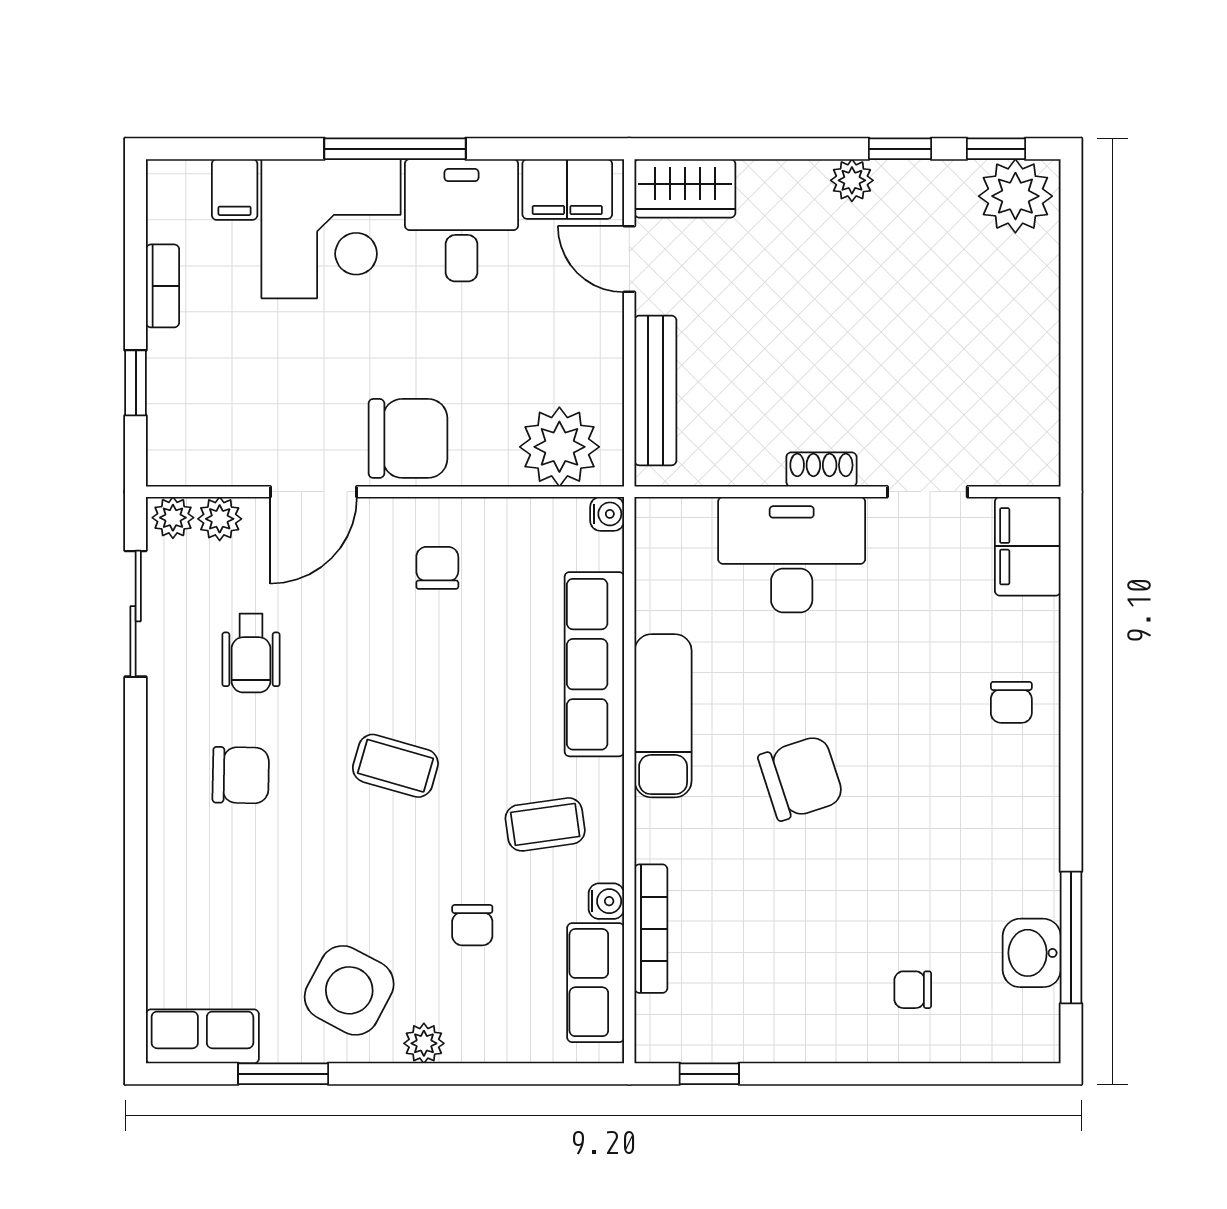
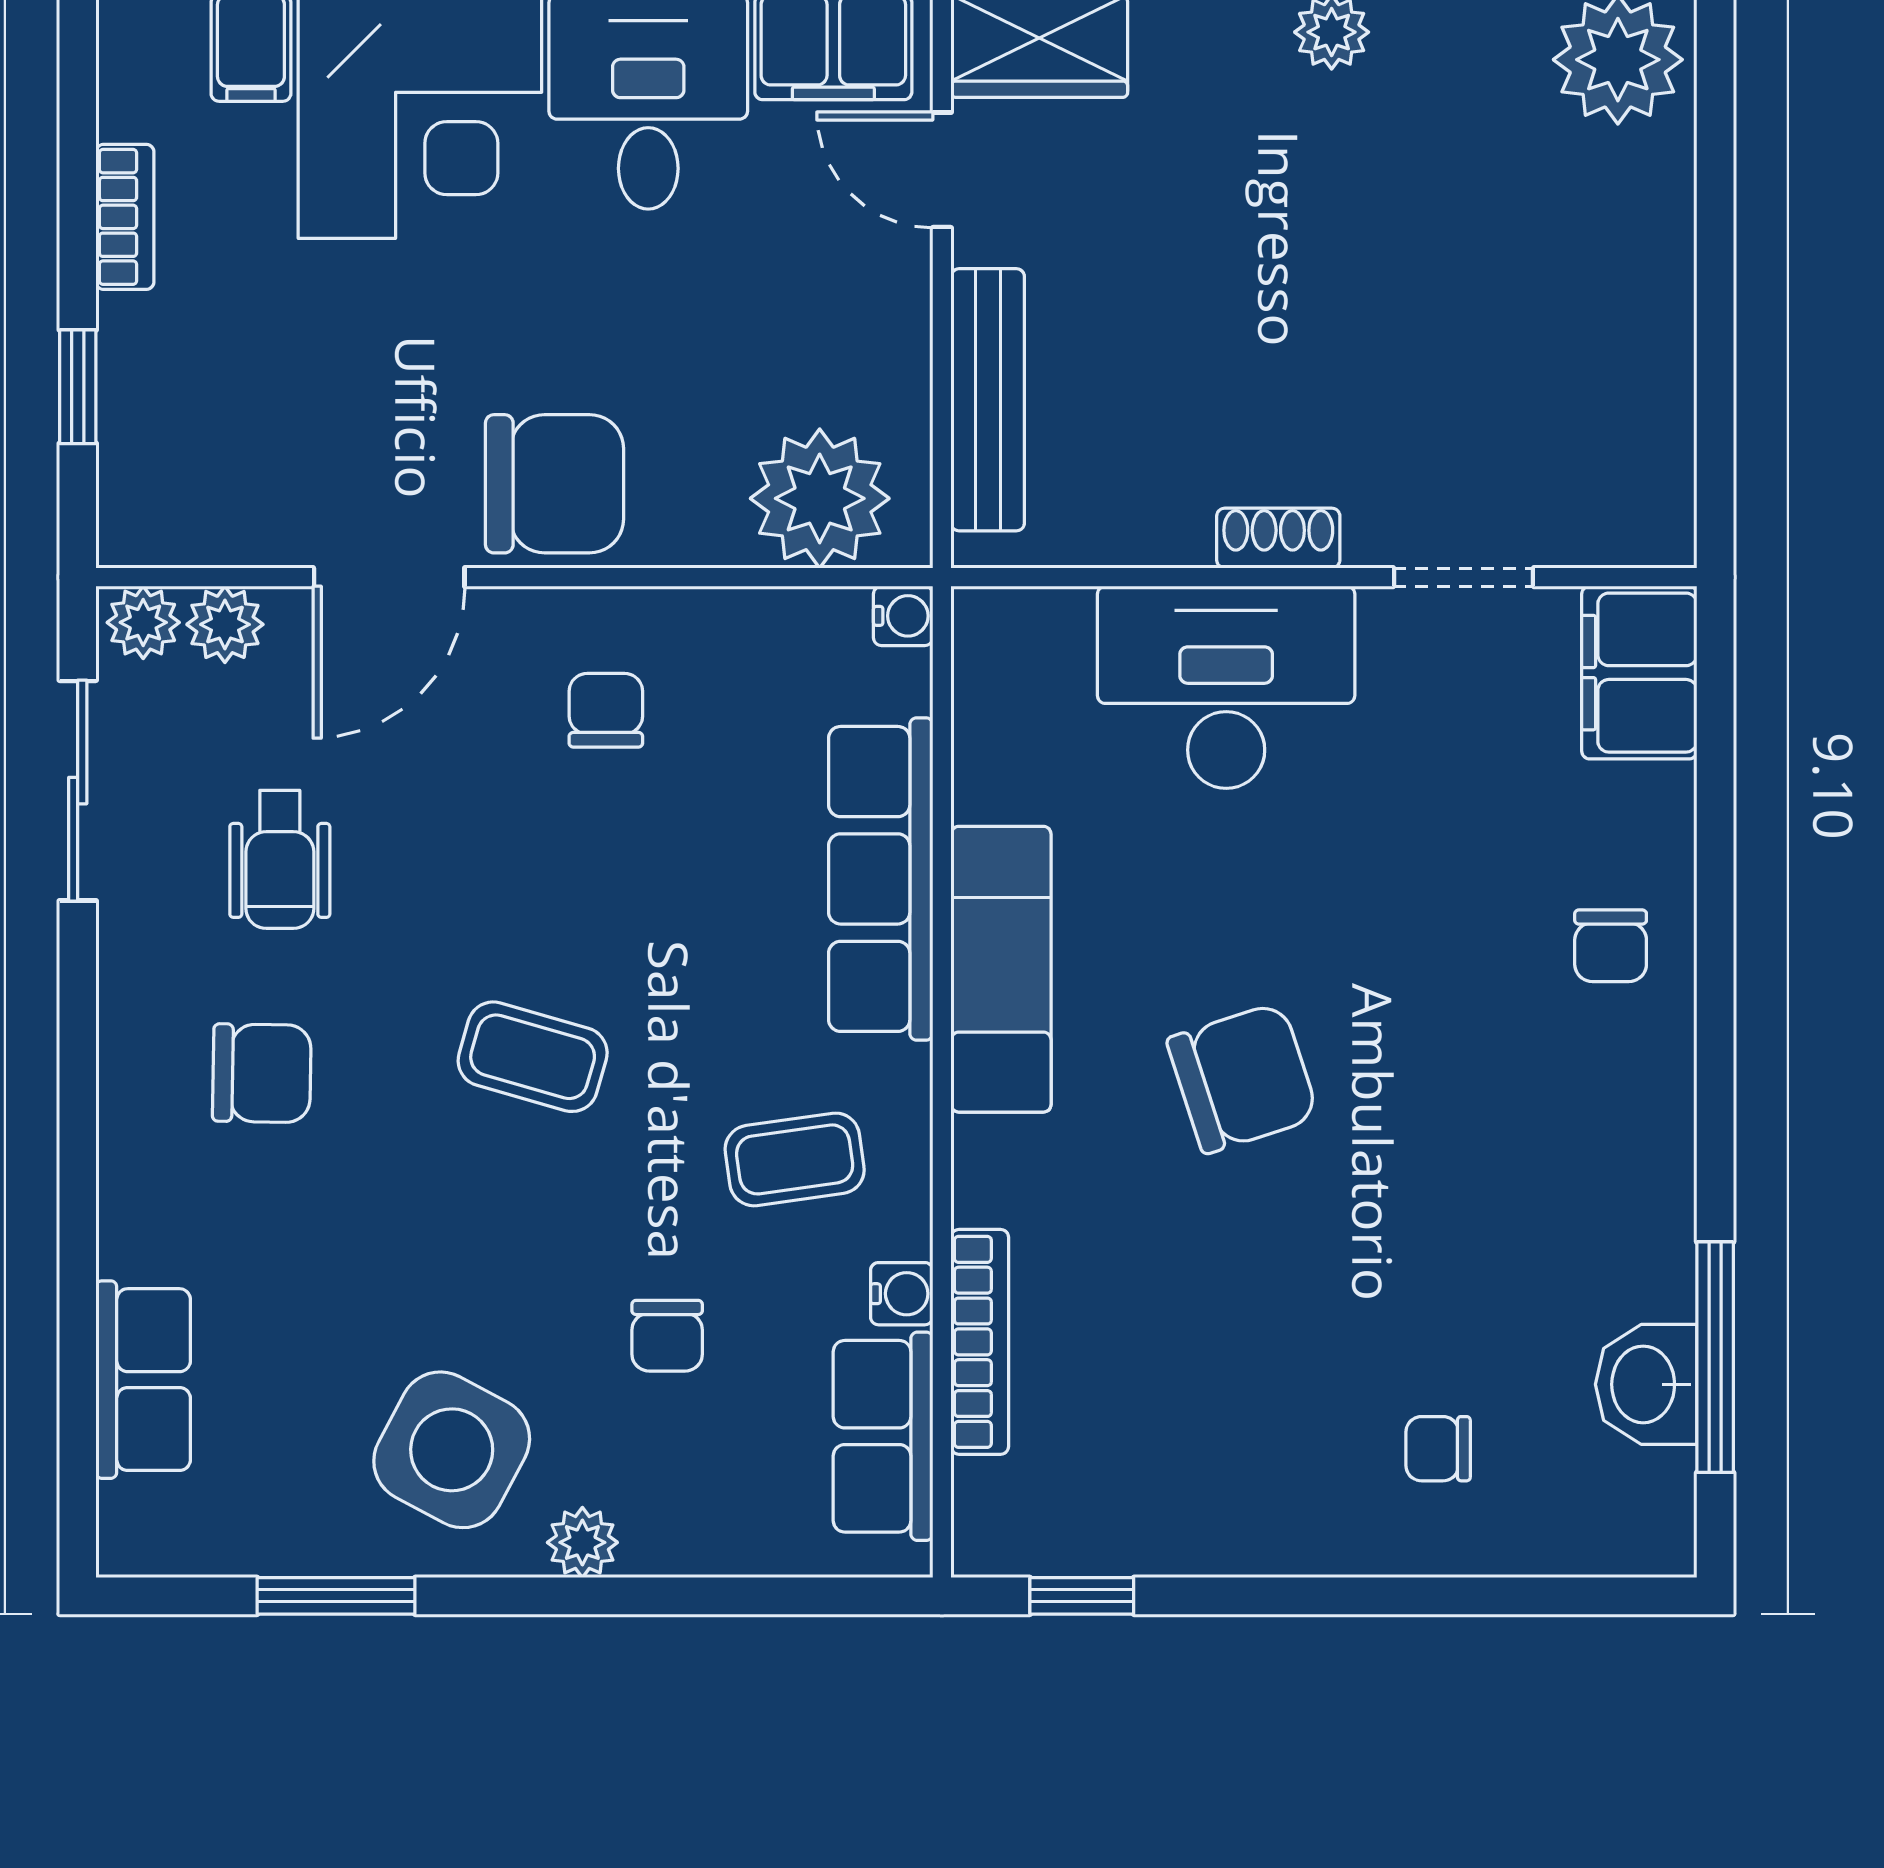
row of seats: (202, 1036) -> (143, 1380), moved, turned 90

